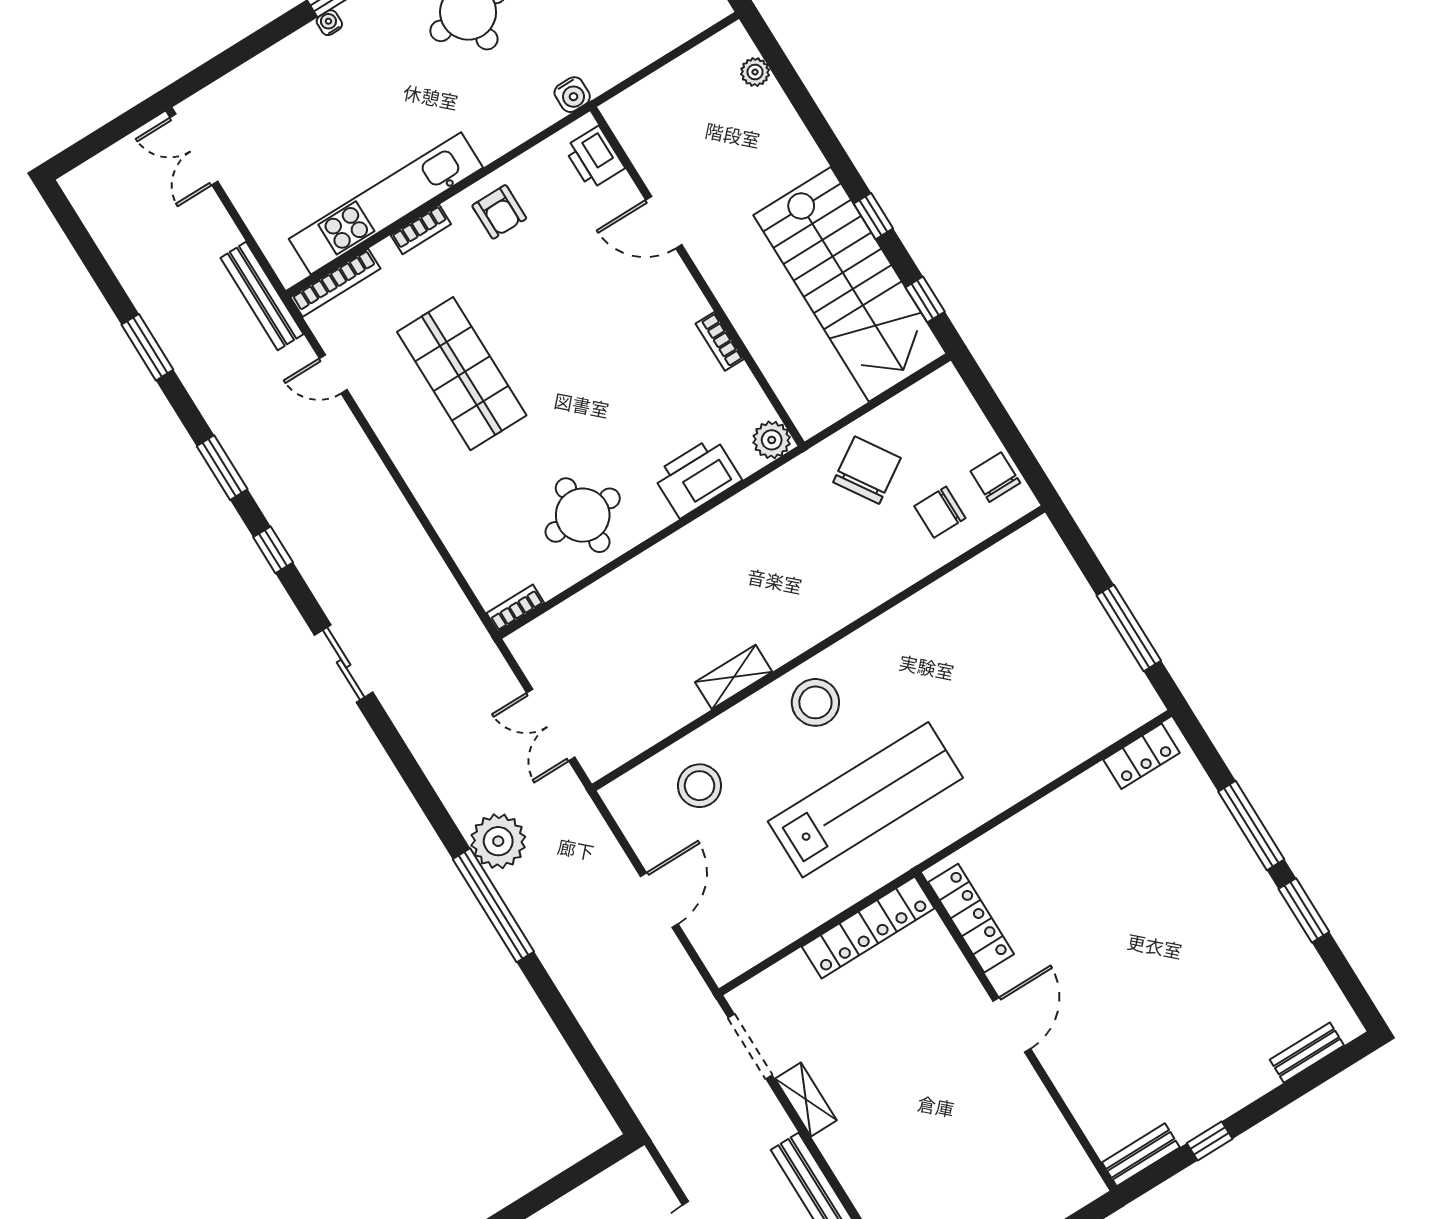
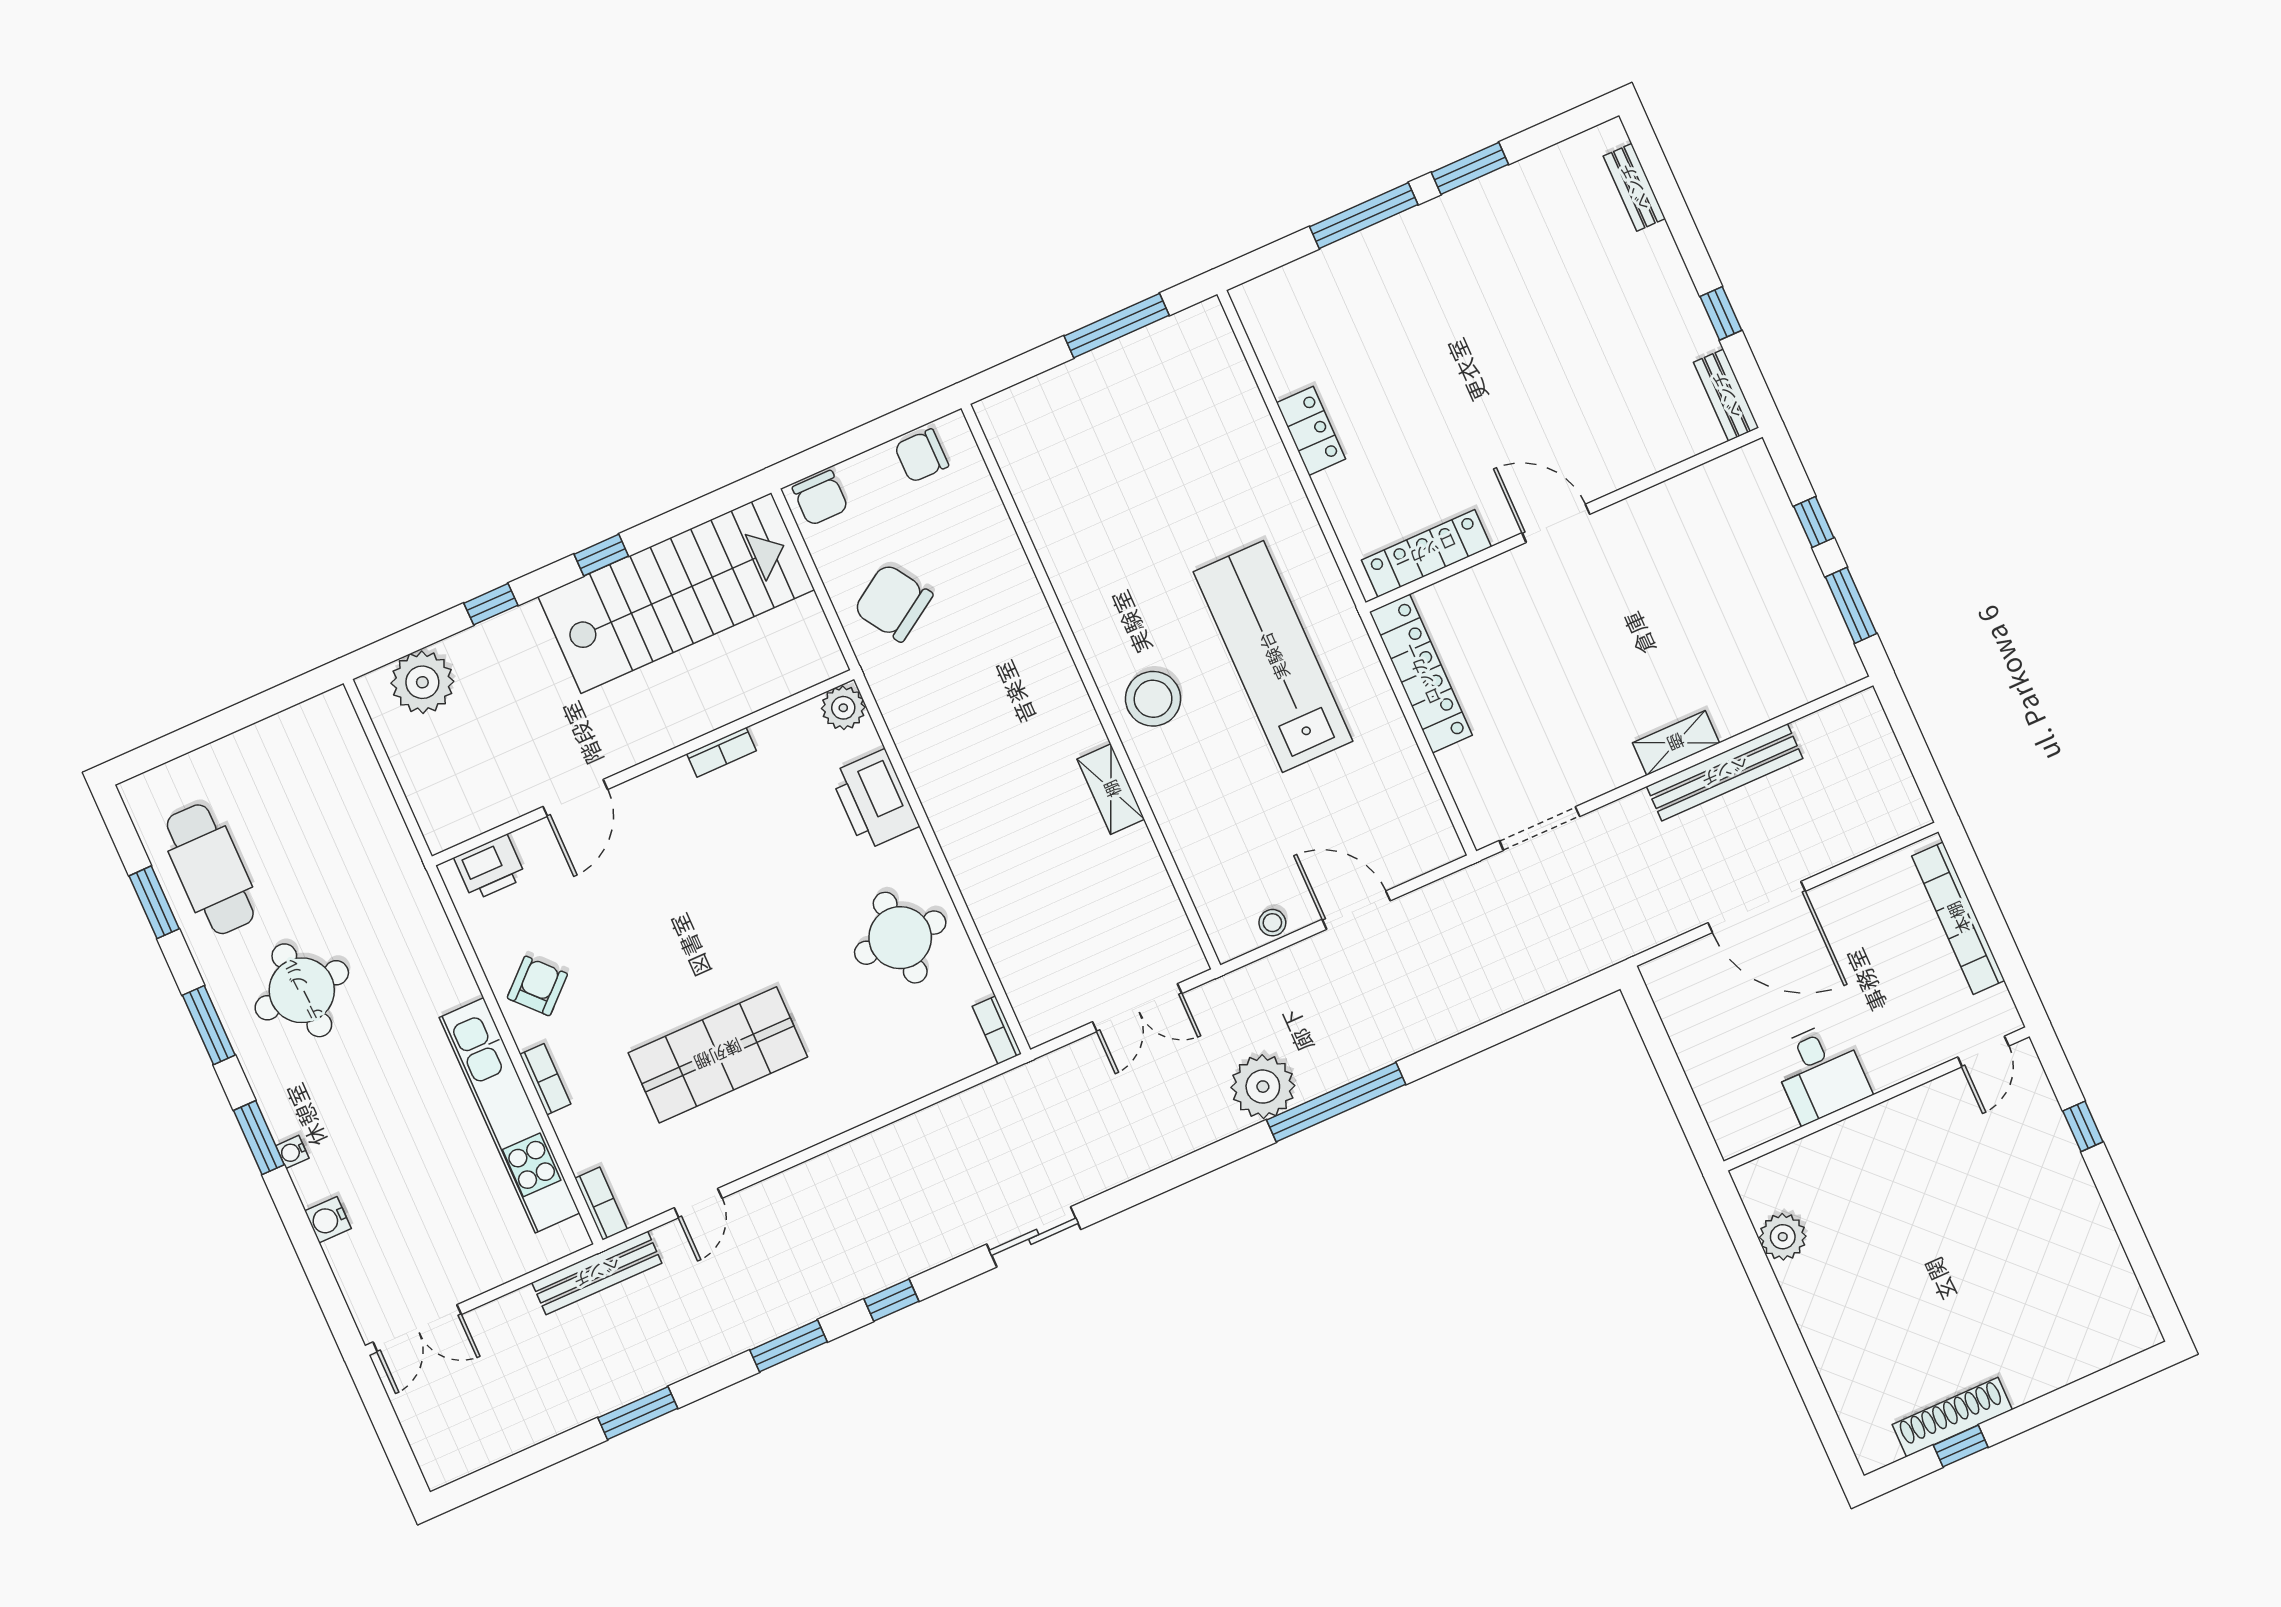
plant: (755, 72) -> (422, 682), width x1.87, depth x1.87
water cooler: (572, 95) -> (328, 1220), moved, turned 180
armchair: (499, 212) -> (537, 986), turned -43
bookcase: (335, 283) -> (601, 1204), width x0.64
window: (925, 299) -> (491, 604), moved
chair: (940, 512) -> (820, 498), moved
locker: (1142, 756) -> (1311, 431), moved
stool: (699, 786) -> (1272, 923), moved, width x0.53, depth x0.53
shelving: (806, 1099) -> (1676, 743), moved

